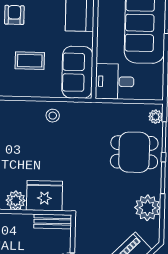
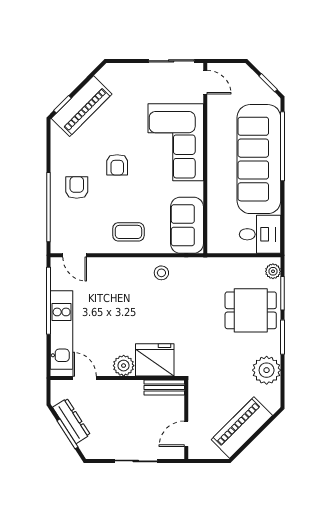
armchair: (14, 15) -> (117, 165), turned 180
coffee table: (30, 61) -> (128, 232), moved
desk: (115, 82) -> (260, 234), moved, turned 180

